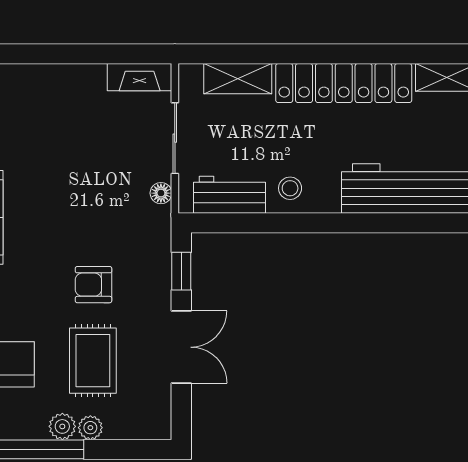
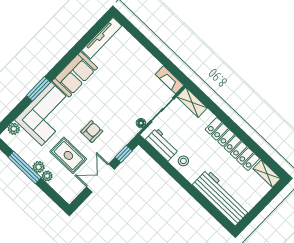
shelving: (238, 79) -> (192, 102), moved
armchair: (93, 285) -> (92, 132), turned 90
double door: (181, 347) -> (100, 178), swing flipped
rug: (93, 361) -> (68, 155), turned 90

